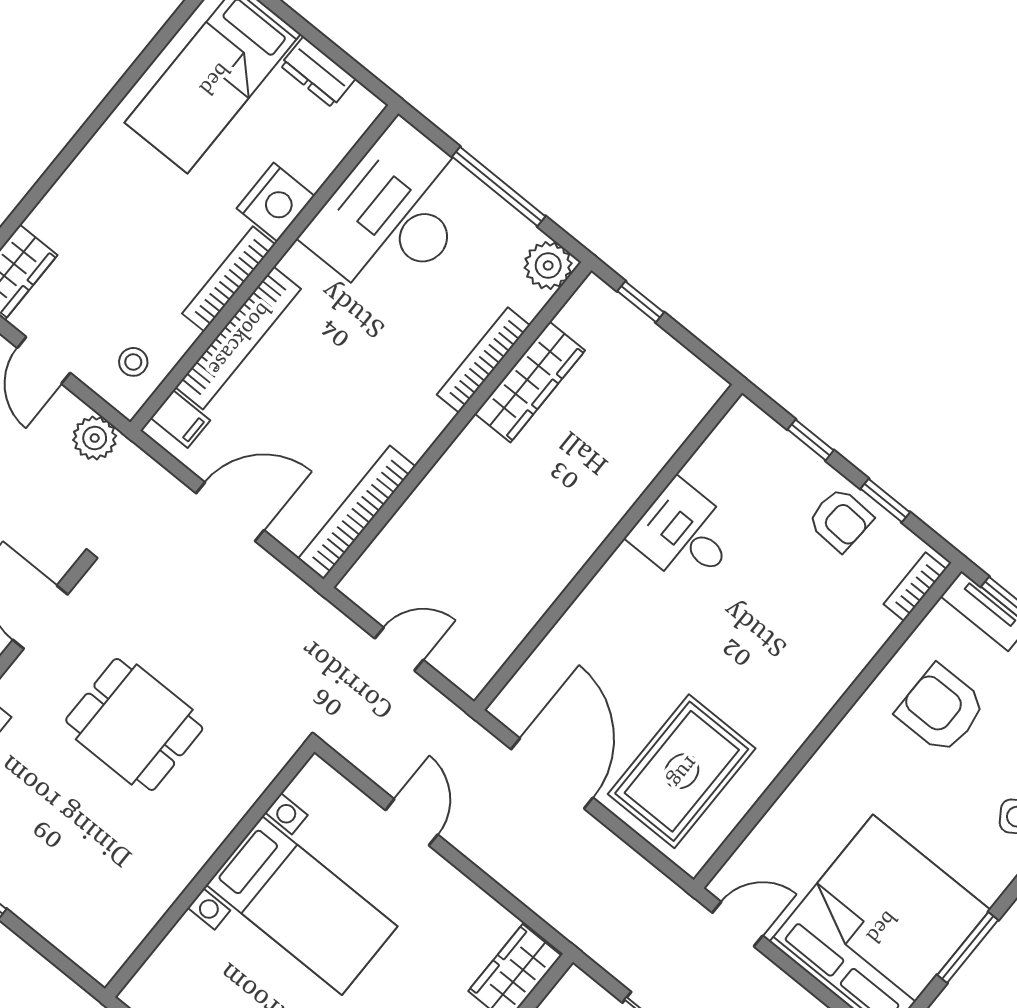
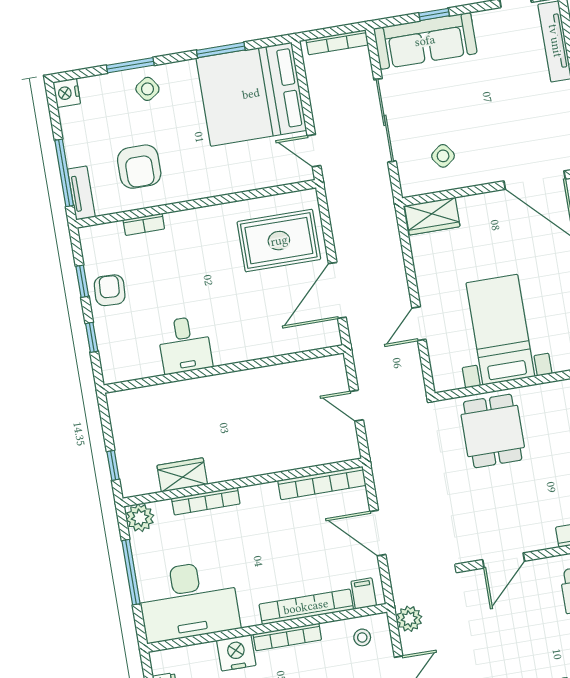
wardrobe: (530, 382) -> (182, 475), width x0.67
bookcase: (915, 587) -> (144, 224), moved
dining table: (134, 724) -> (493, 431), moved

